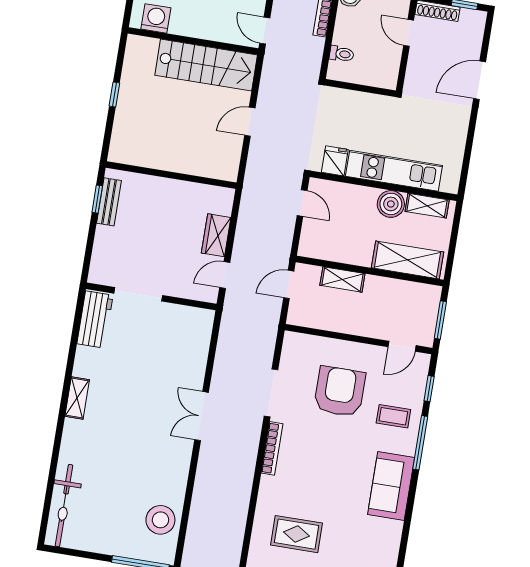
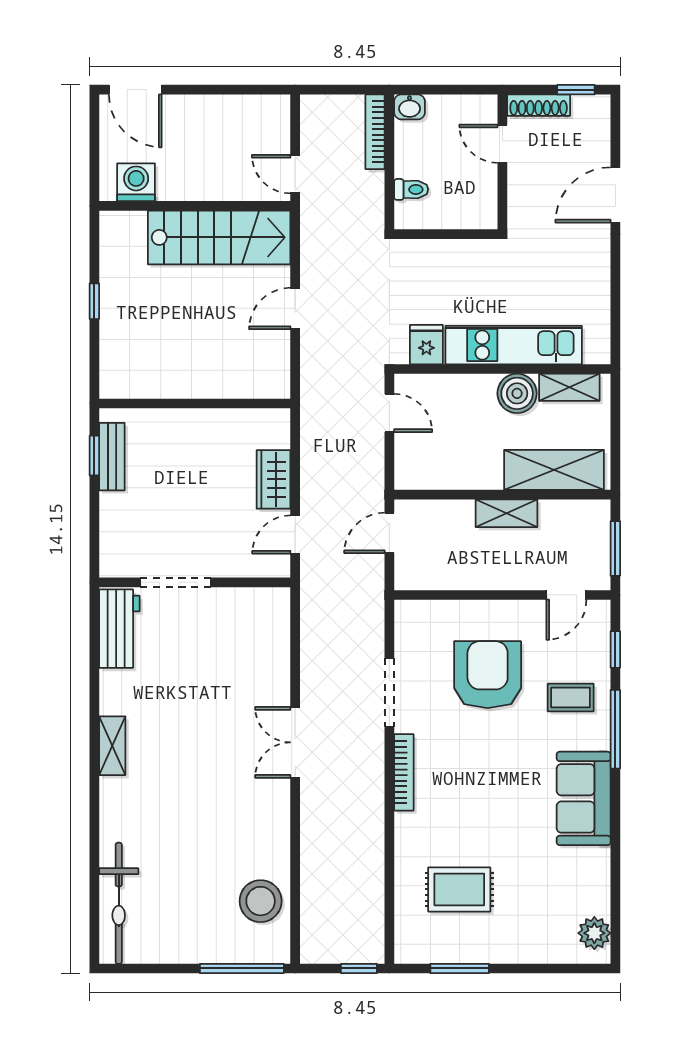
shelving: (342, 279) -> (507, 513), moved

